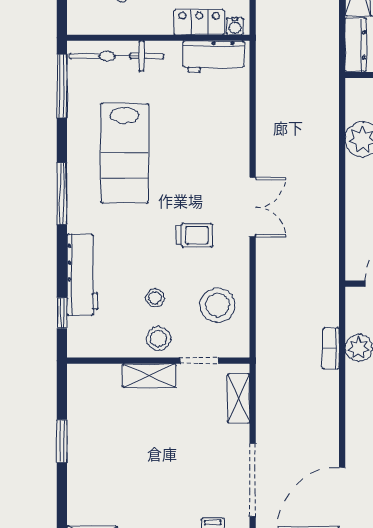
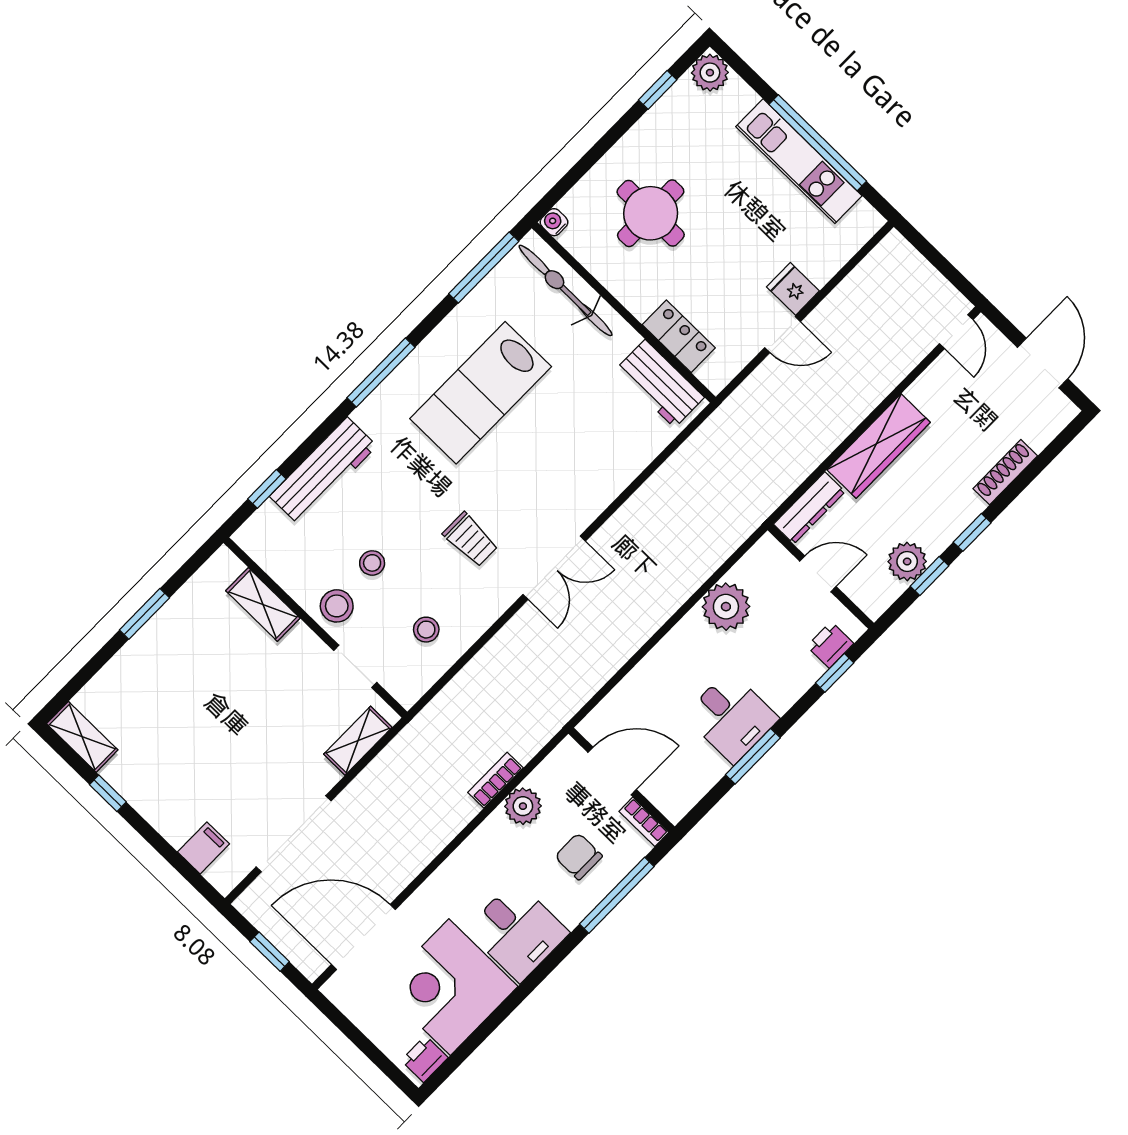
water cooler: (235, 26) -> (554, 222), moved, turned 90
stool: (217, 305) -> (426, 630), width x0.53, depth x0.53
shelving: (149, 376) -> (263, 604), moved

